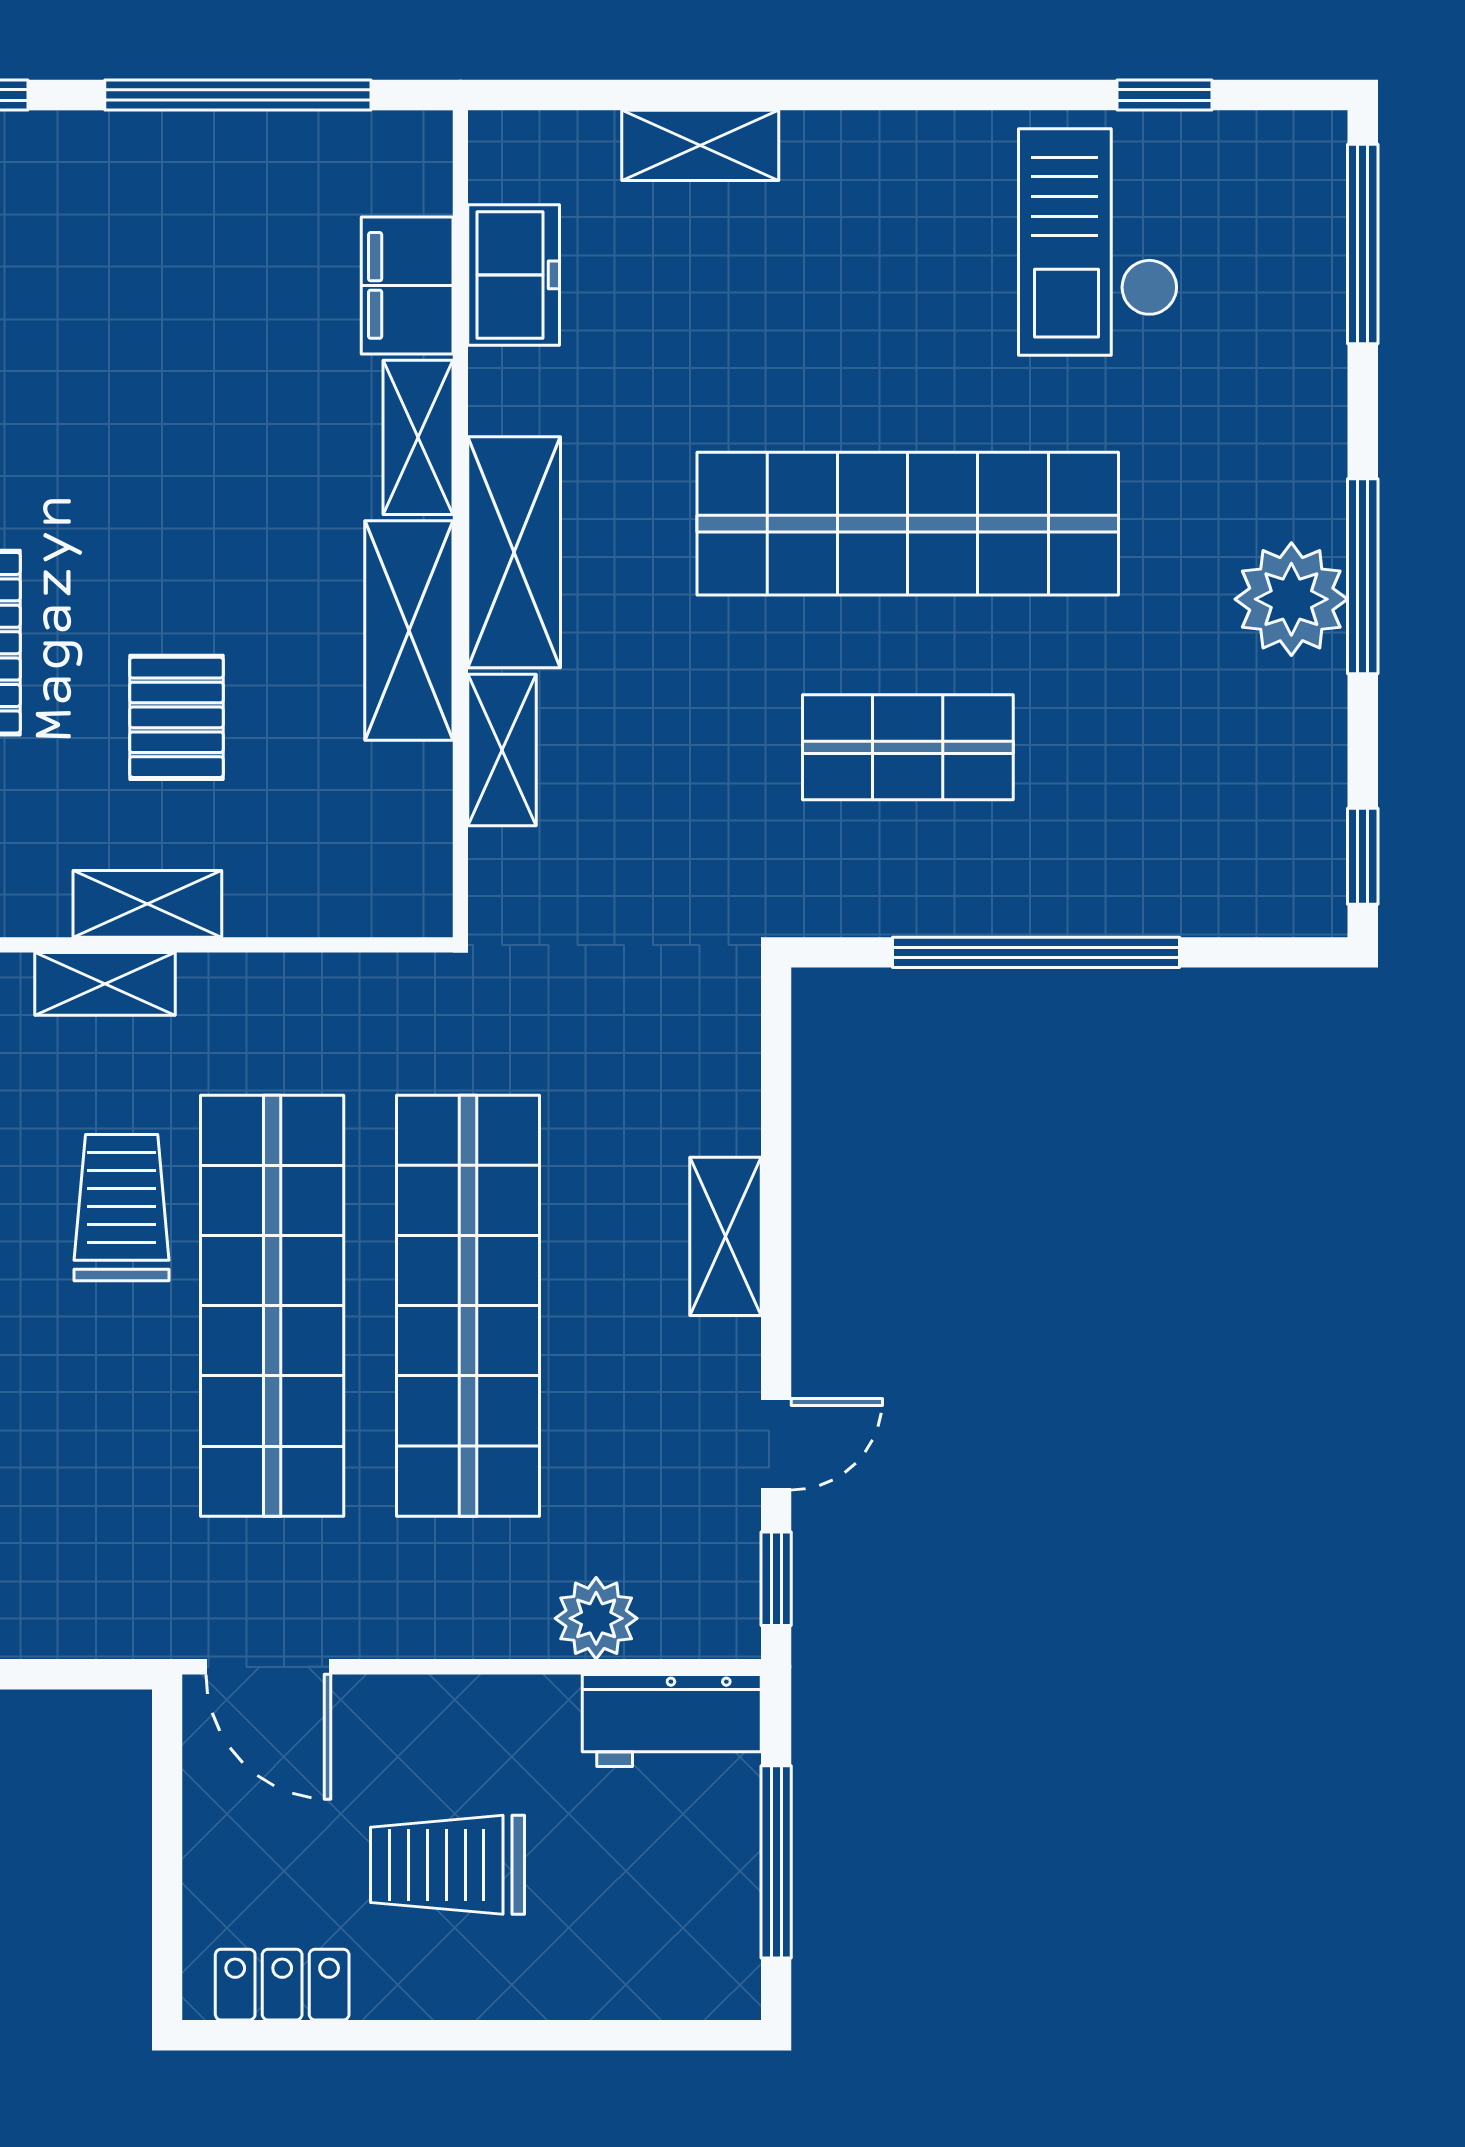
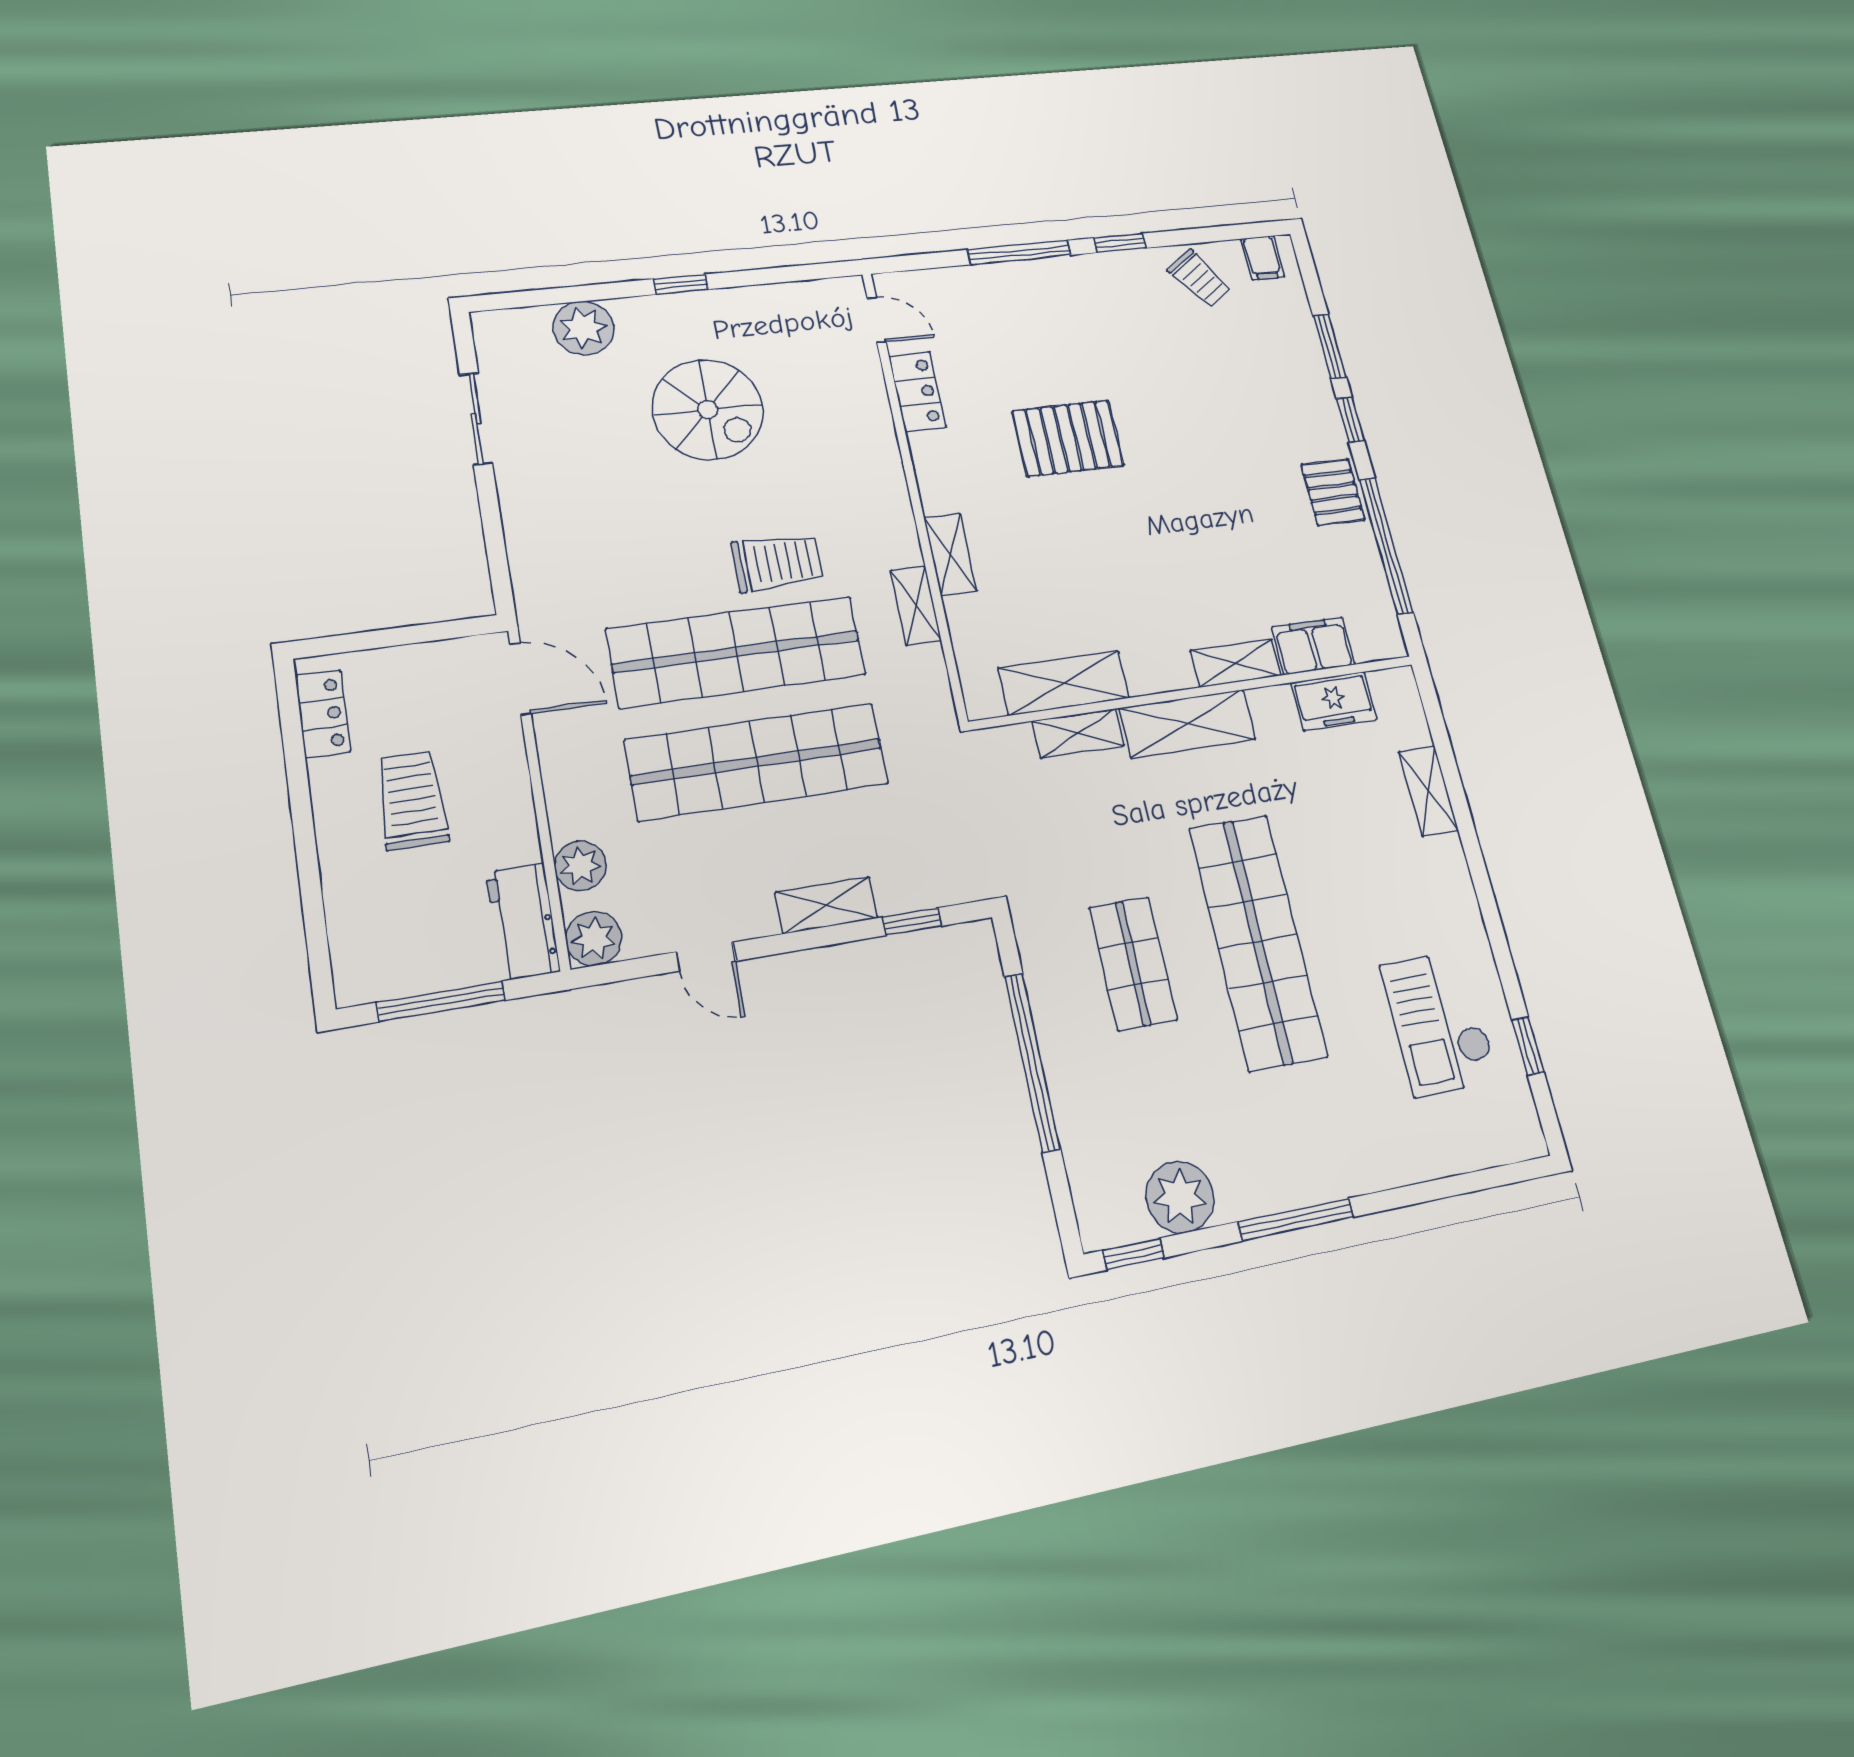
checkout: (1098, 242) -> (1439, 1023), turned -90
window: (1363, 244) -> (1481, 1180), removed
plant: (1291, 599) -> (1180, 1197), moved
shelving: (409, 631) -> (1064, 683), moved
pallet: (176, 717) -> (1333, 492), moved, turned 90
shelving: (105, 984) -> (916, 606), moved
window: (776, 1579) -> (912, 922), moved
plant: (717, 1615) -> (594, 938), added
door: (268, 1667) -> (520, 679), swing flipped

